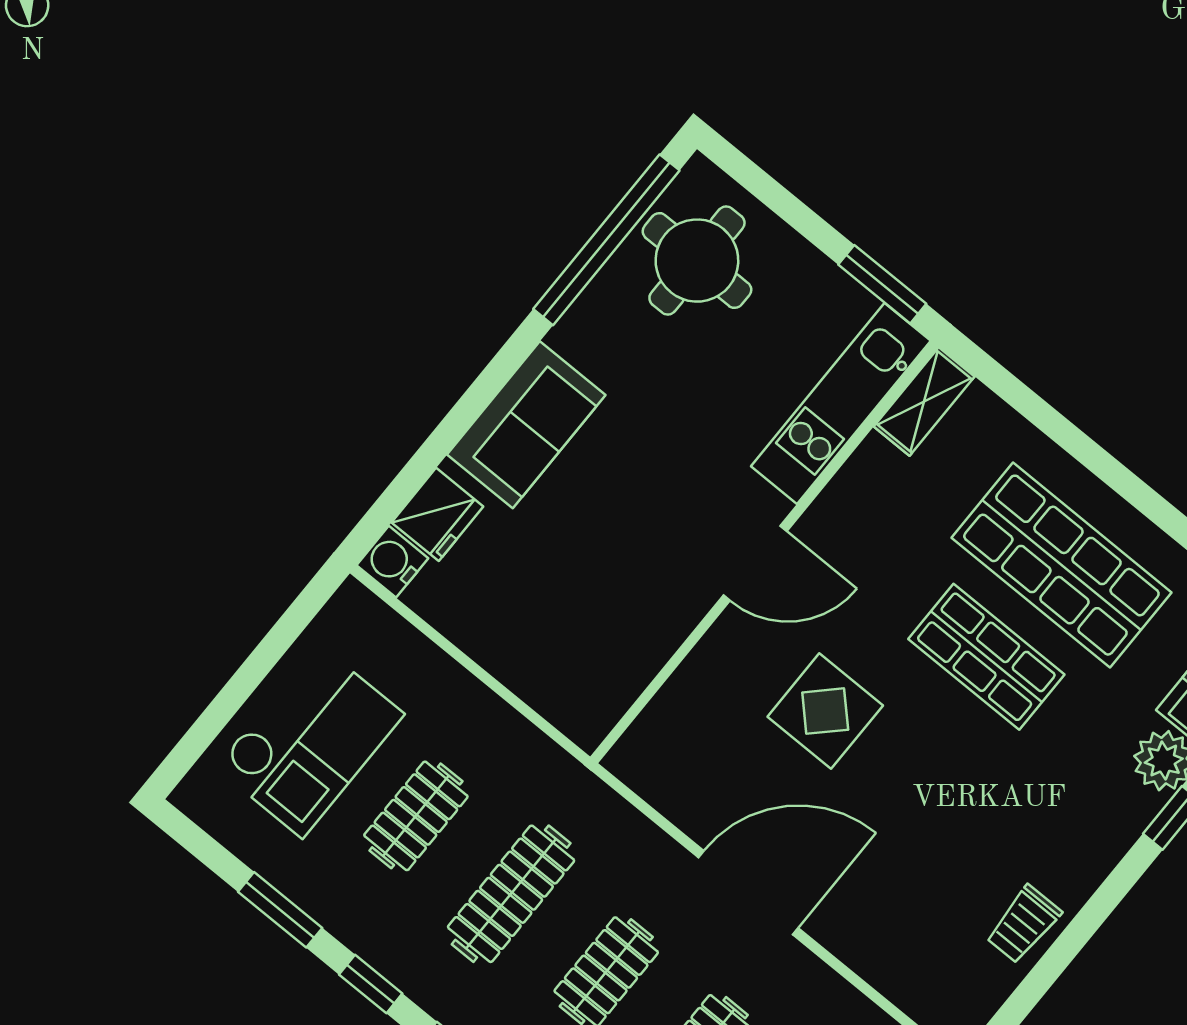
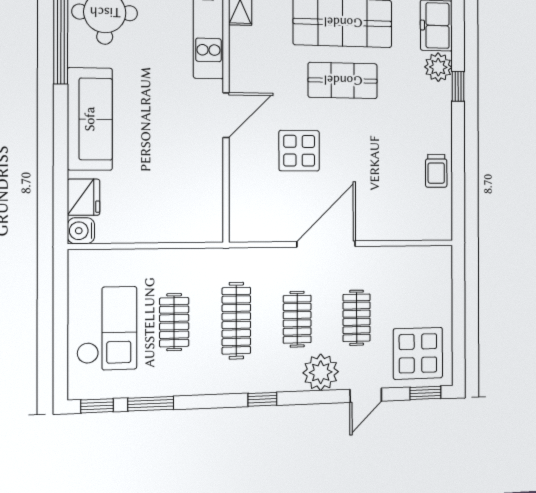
sofa: (526, 425) -> (90, 119), width x1.36
window: (371, 984) -> (97, 406), moved

